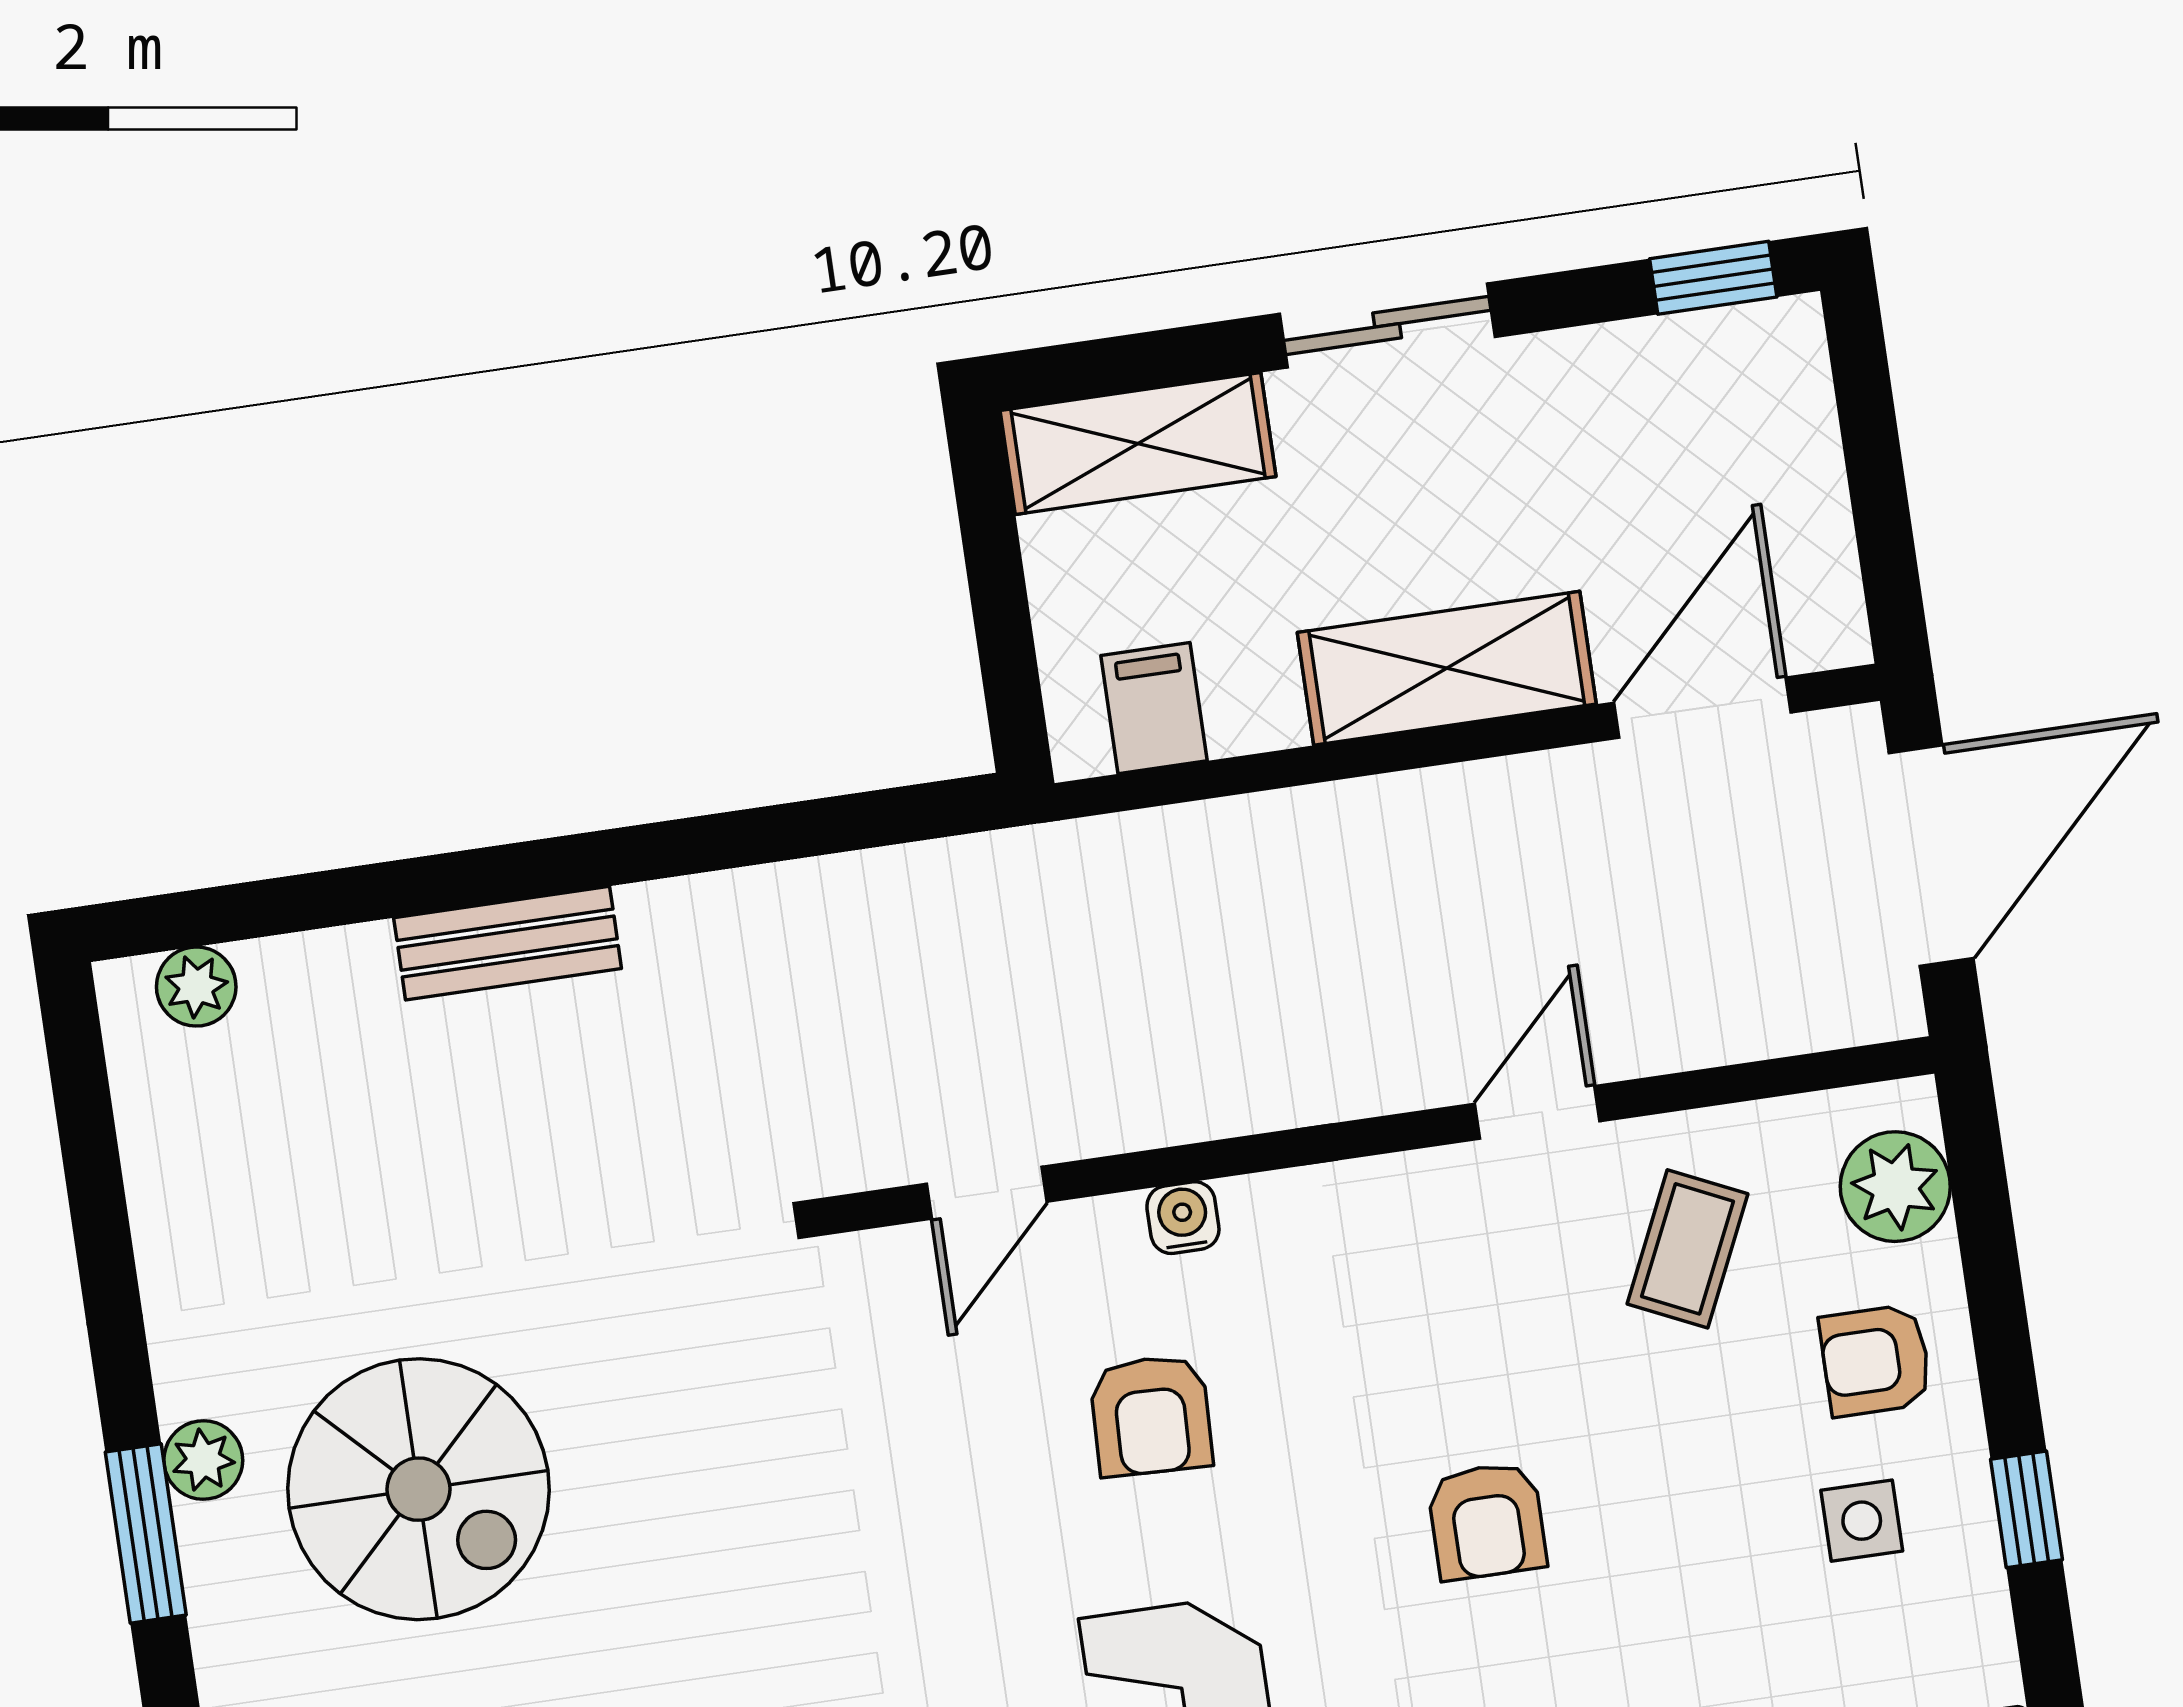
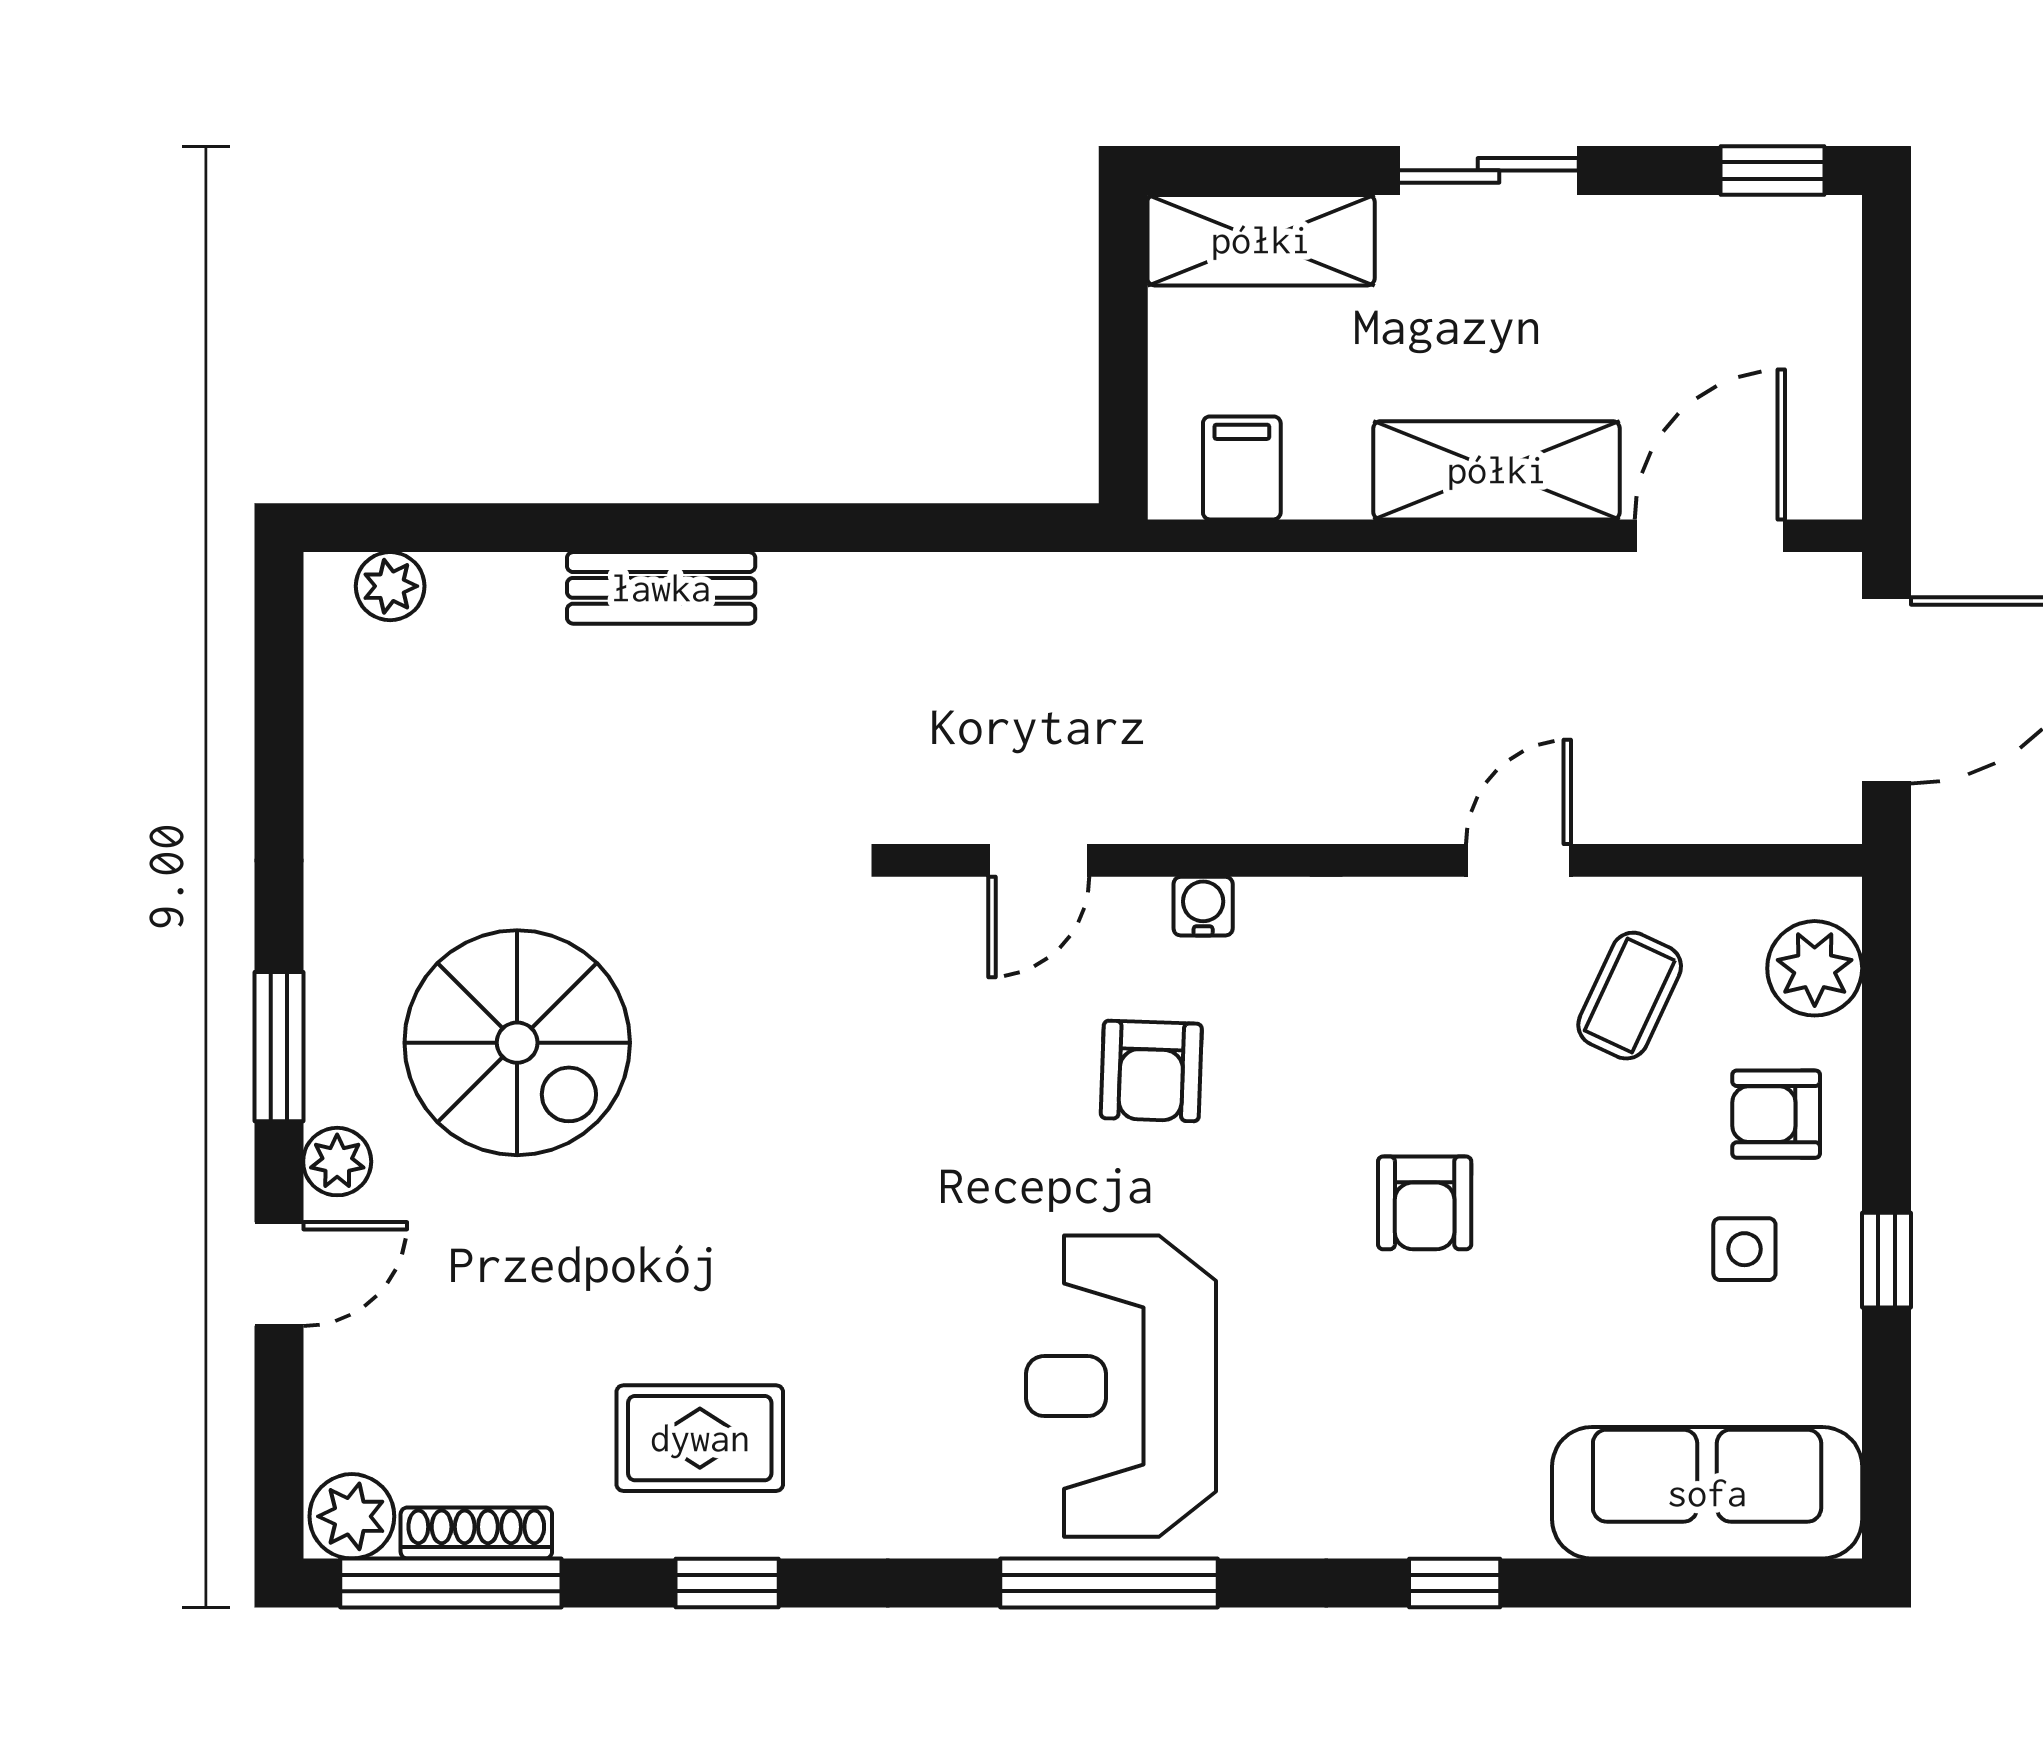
plant: (203, 1460) -> (337, 1162), moved

